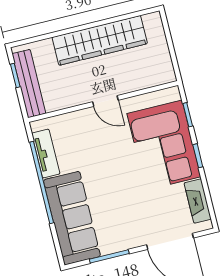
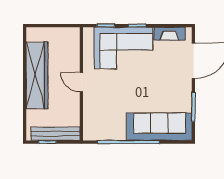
door: (105, 101) -> (81, 82), swing flipped
tv unit: (46, 154) -> (108, 134), removed

